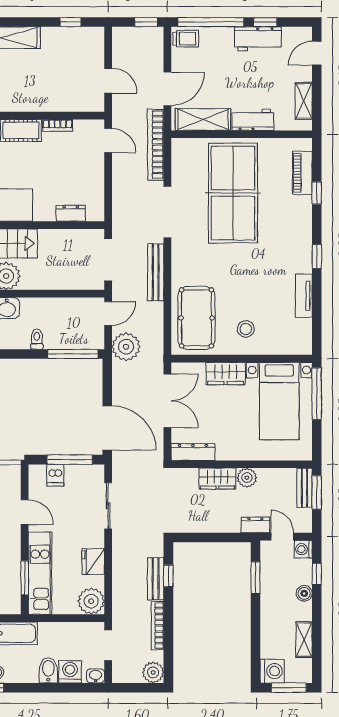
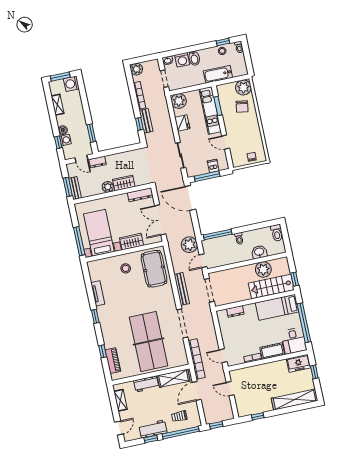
trolley: (186, 39) -> (179, 416), moved
washing machine: (303, 549) -> (65, 140), moved

